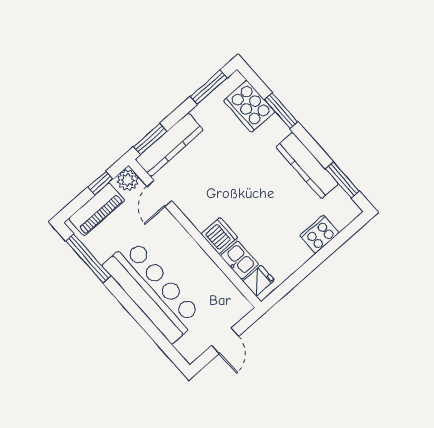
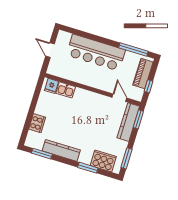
plant: (128, 180) -> (137, 95), removed
dishwasher: (219, 236) -> (81, 95), removed

